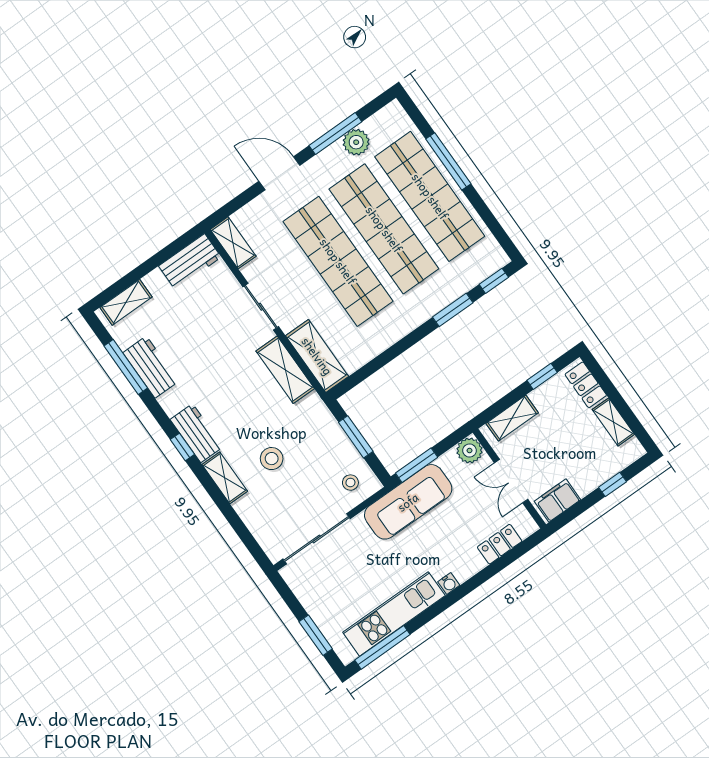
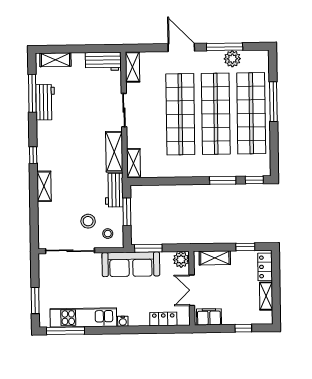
shelving: (317, 356) -> (134, 163), width x0.67, depth x0.75
workbench: (197, 433) -> (114, 190), moved, turned 180
stool: (272, 459) -> (88, 221), moved

